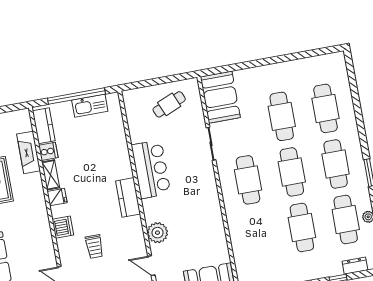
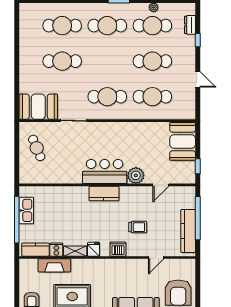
bar counter: (151, 169) -> (105, 172), moved
cafe table: (292, 172) -> (152, 97), moved

